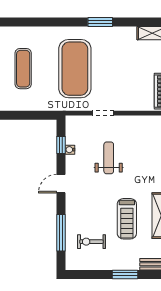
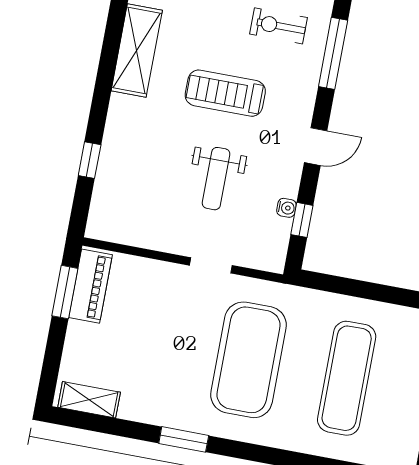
exercise mat: (23, 69) -> (347, 378), width x1.36, depth x1.45
treadmill: (127, 219) -> (225, 93), moved, turned -90
exercise bike: (91, 242) -> (279, 26), turned 180

